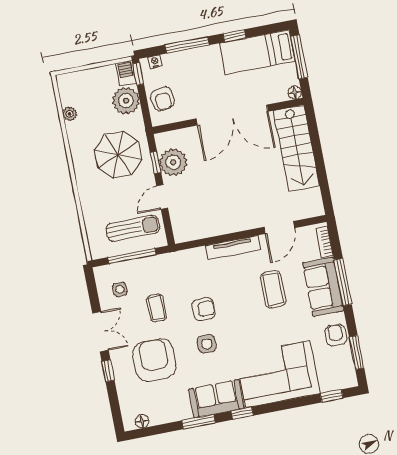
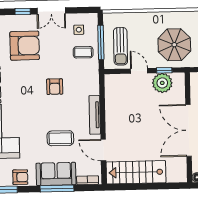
stairs: (296, 148) -> (136, 172), moved
coffee table: (157, 308) -> (83, 52), moved
side table: (207, 344) -> (30, 85), removed

